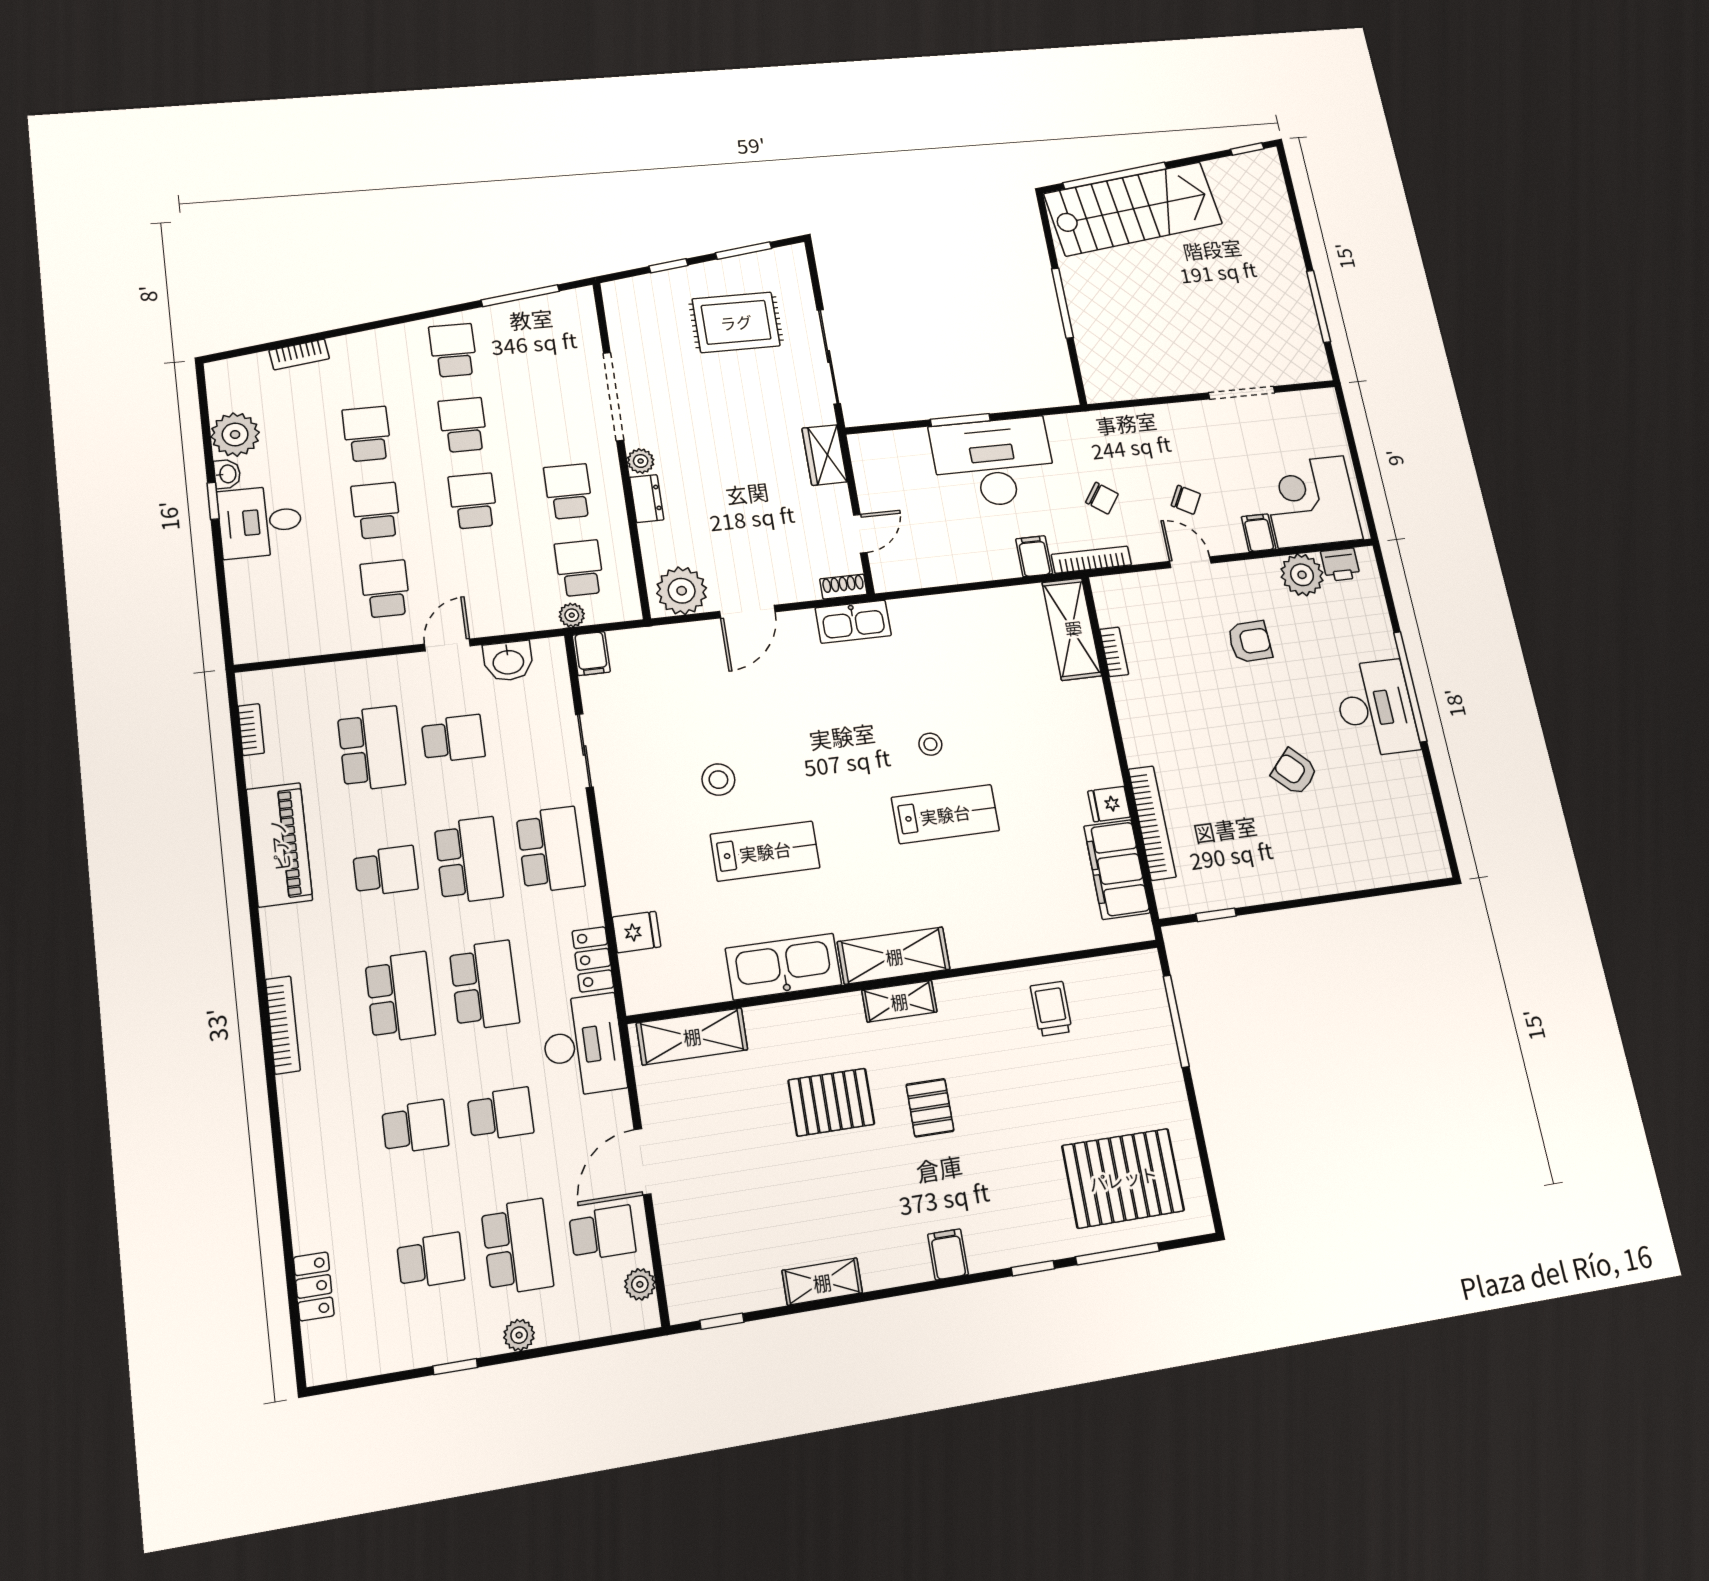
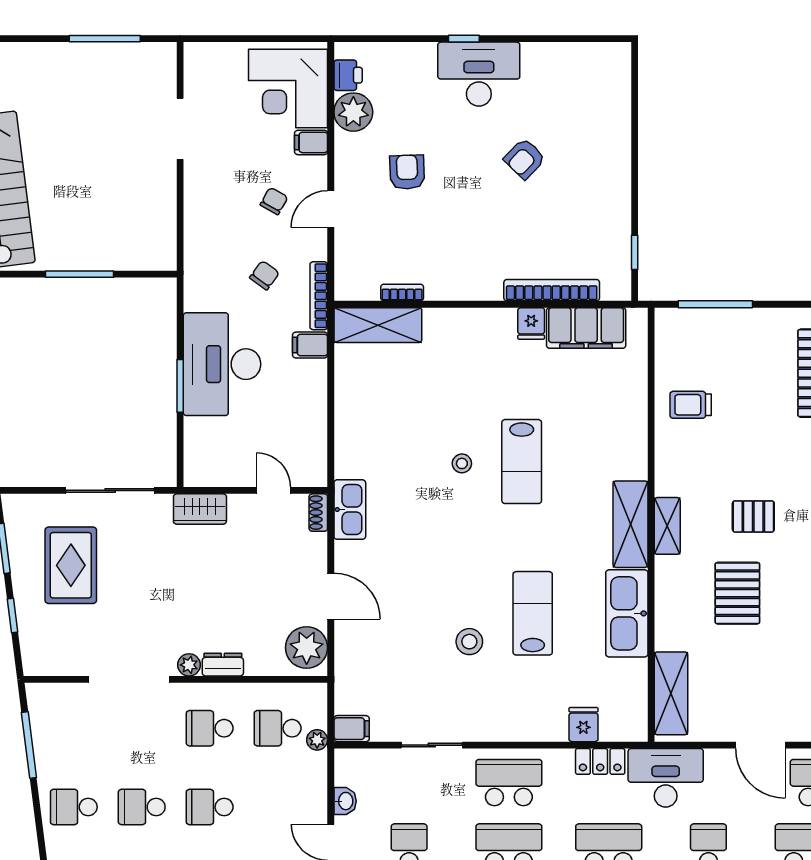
washbasin: (508, 661) -> (345, 801), width x0.72, depth x0.69
window: (1410, 687) -> (464, 39), width x0.32
lab bench: (945, 814) -> (522, 462), turned 180

